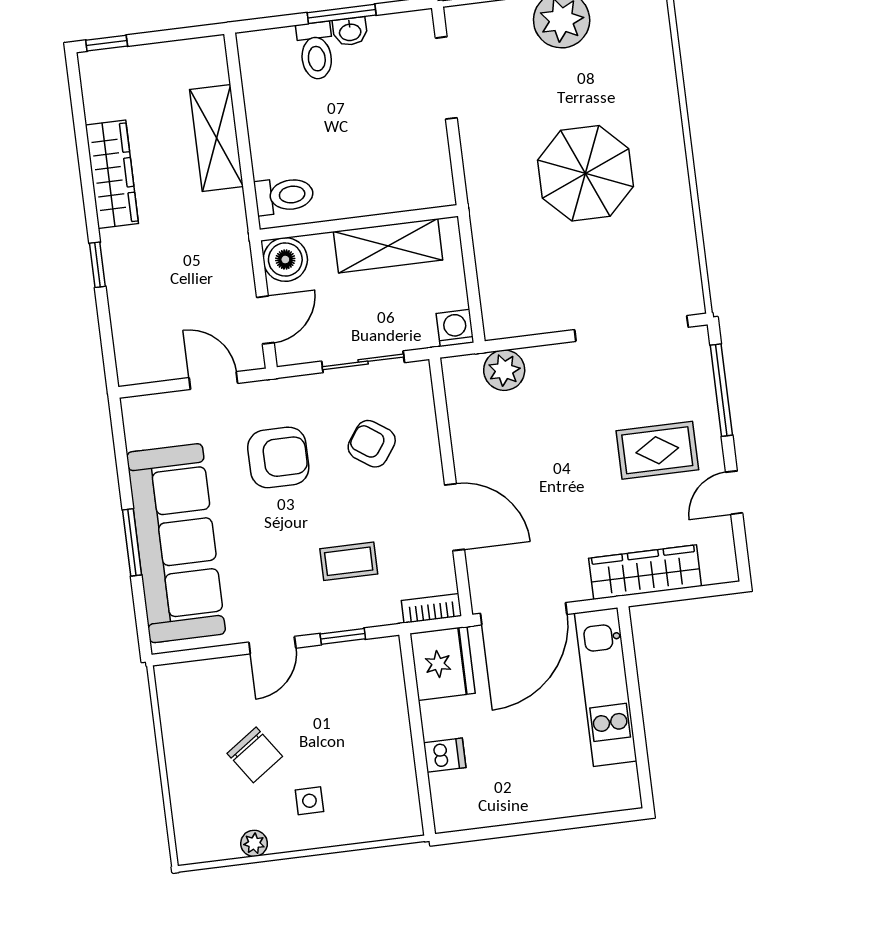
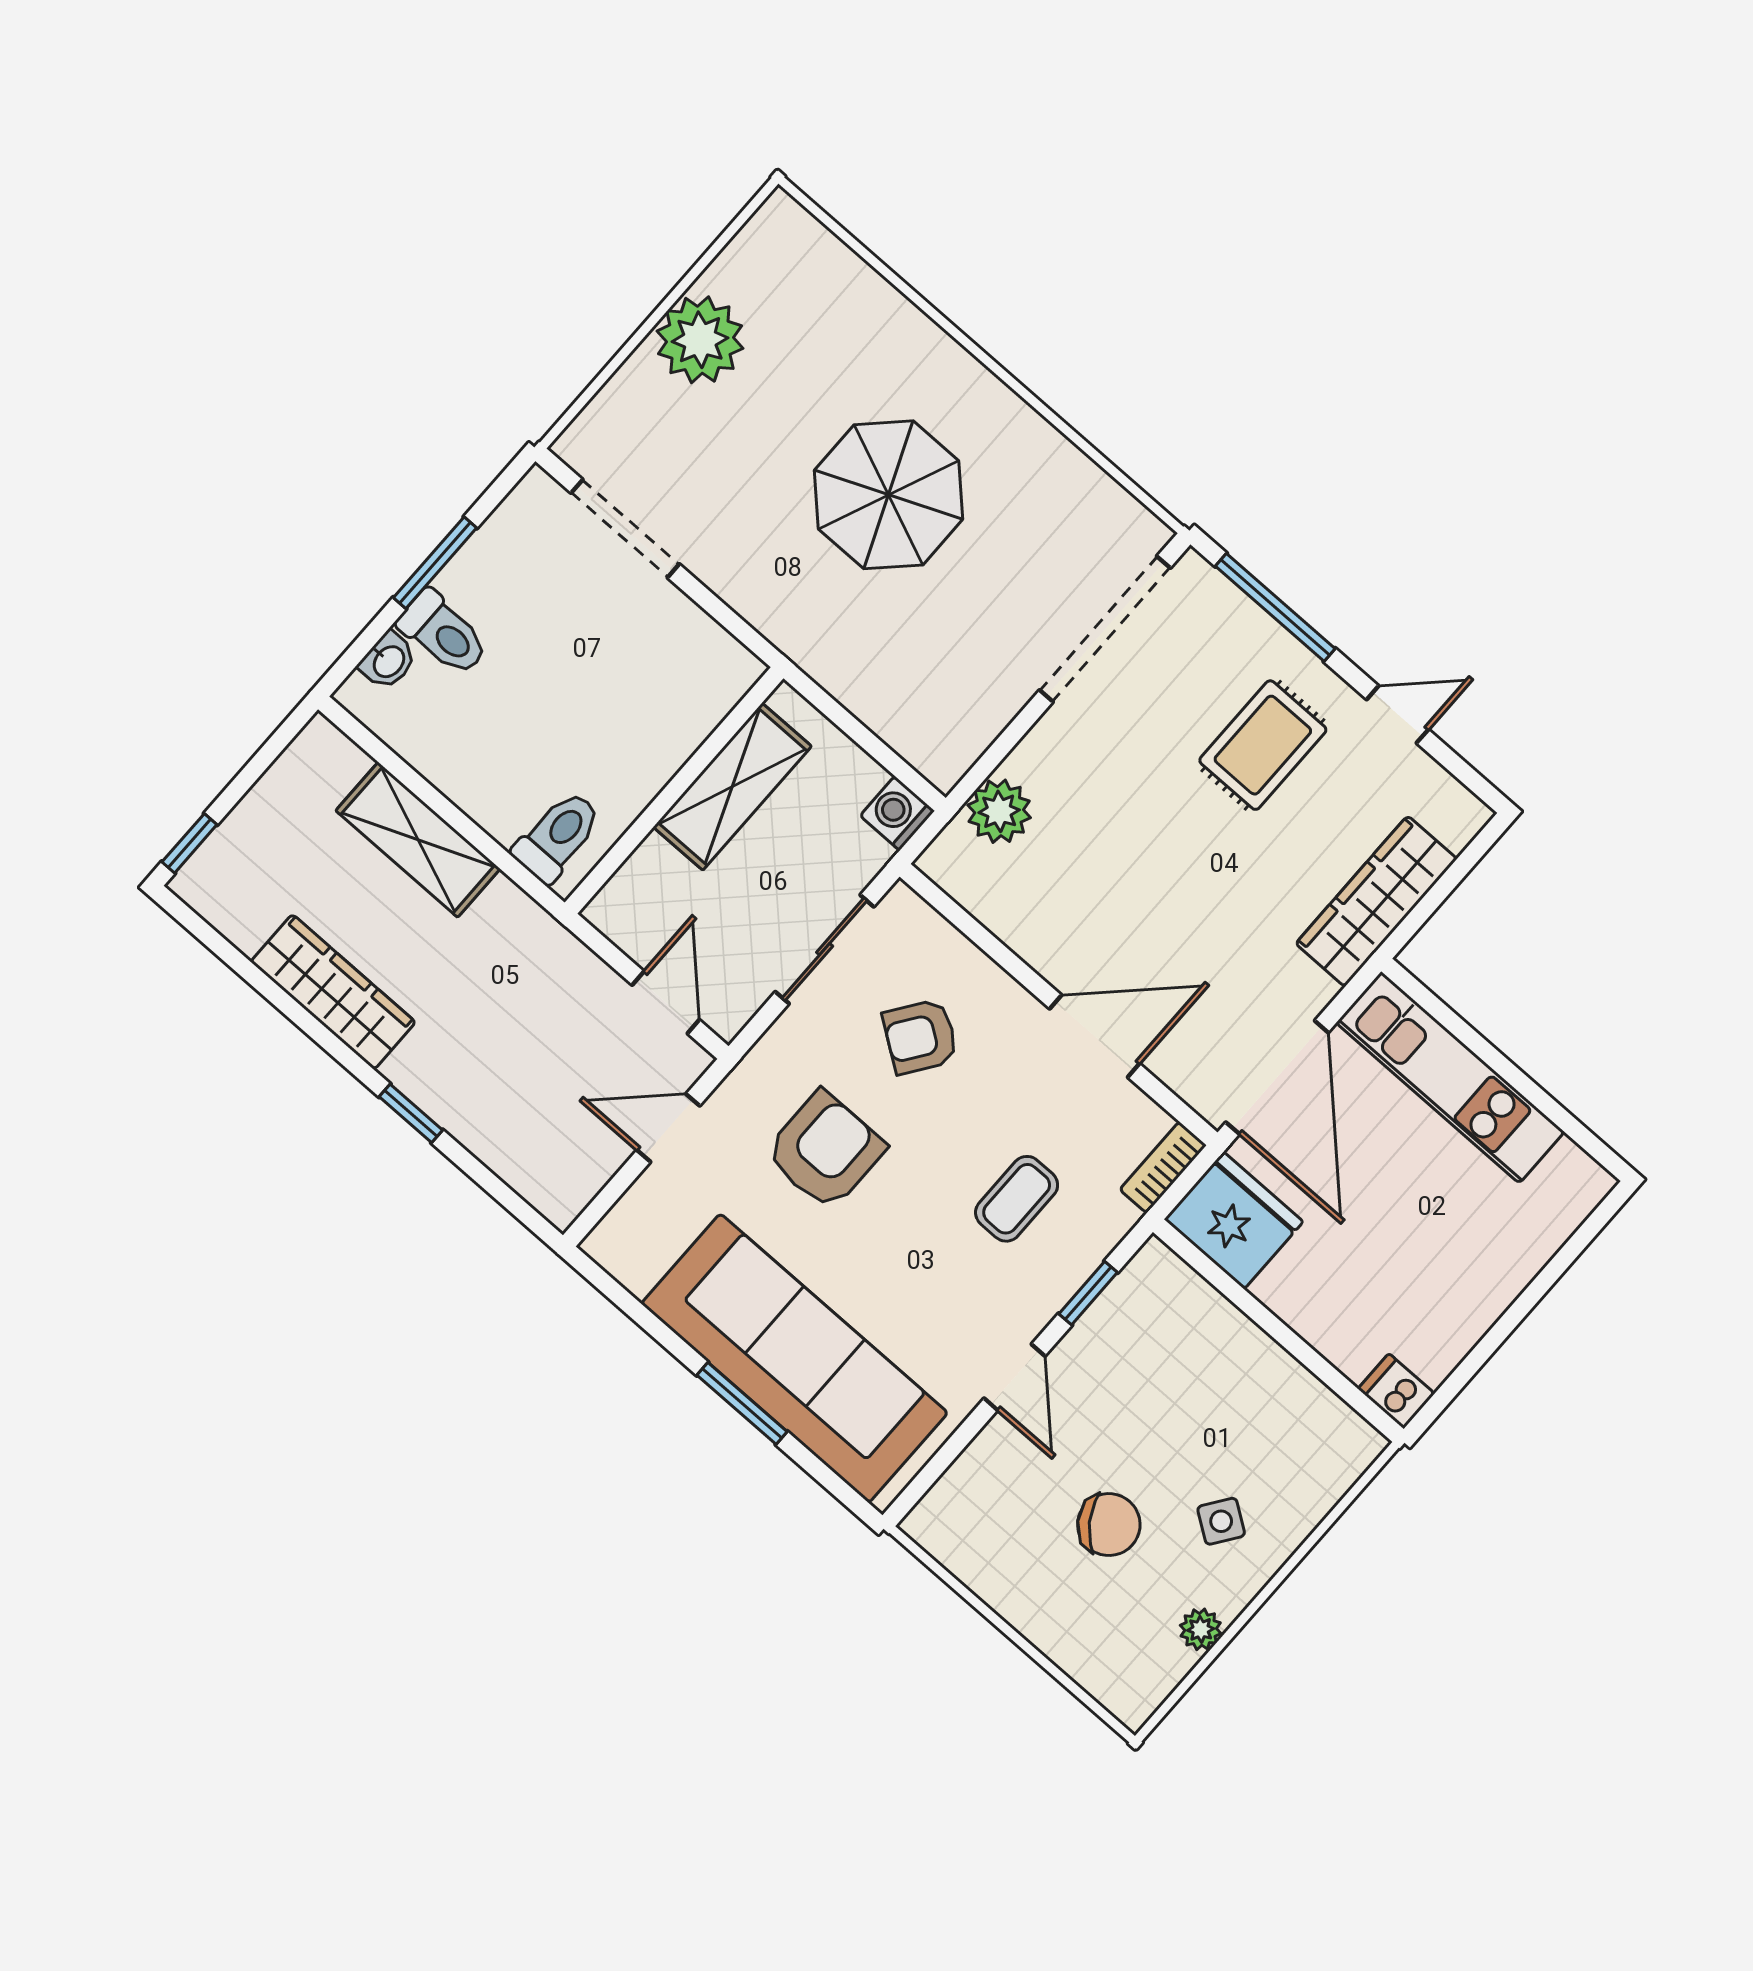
washbasin: (350, 32) -> (388, 661), moved
boiler: (285, 260) -> (626, 910), removed
door: (734, 493) -> (1398, 714), swing flipped
dishwasher: (445, 755) -> (1396, 1391), moved, turned -90
side table: (309, 801) -> (1221, 1521), turned 35

